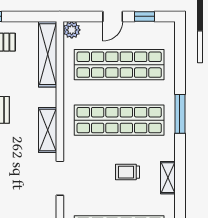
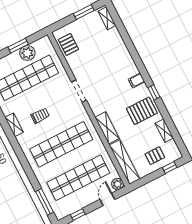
door: (113, 16) -> (107, 199), moved
window: (180, 114) -> (44, 202), moved
shelving: (48, 130) -> (107, 128), moved

